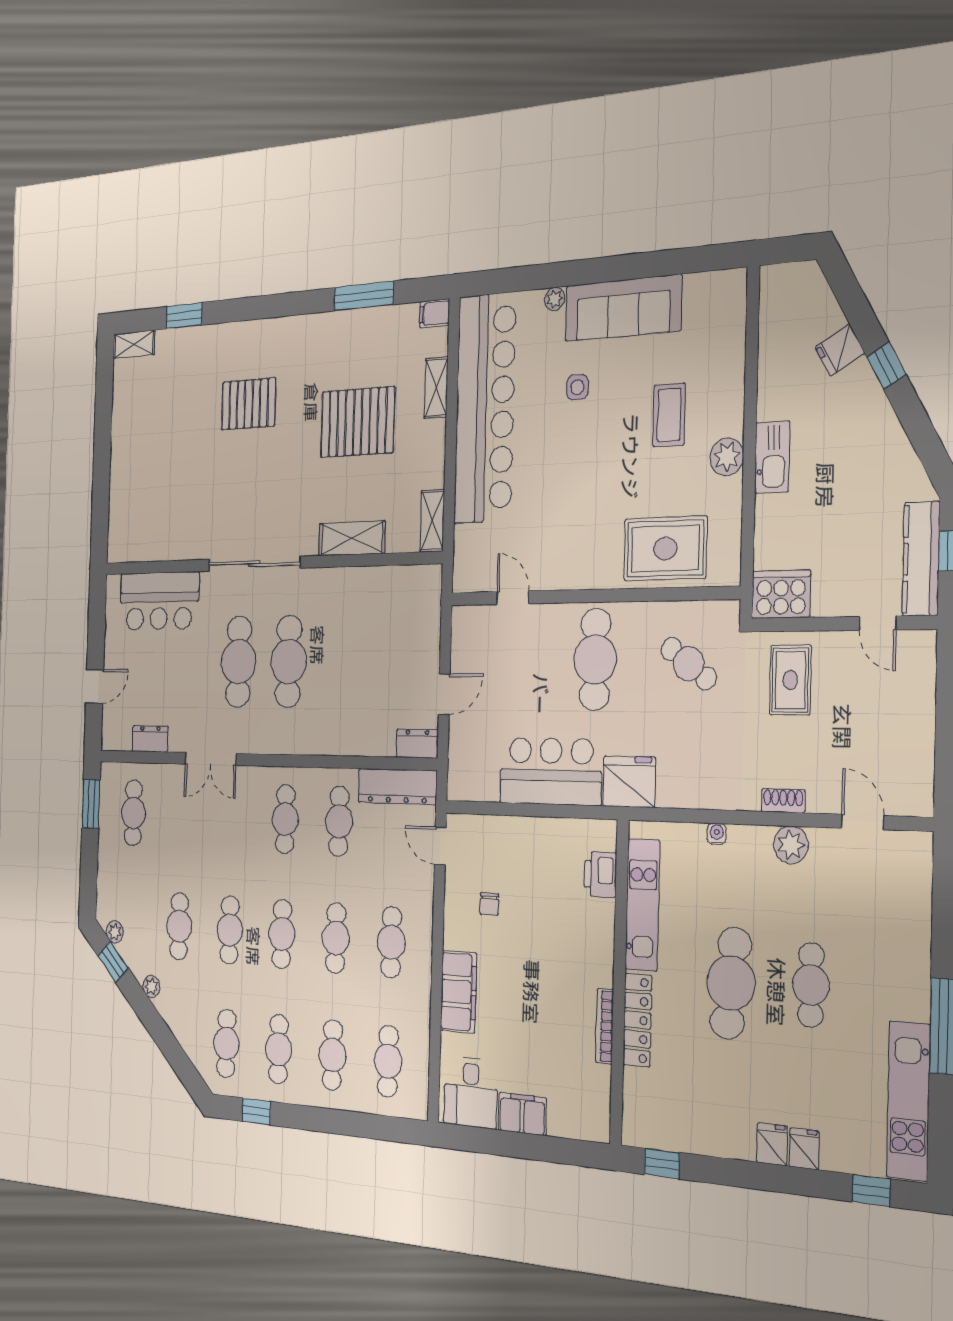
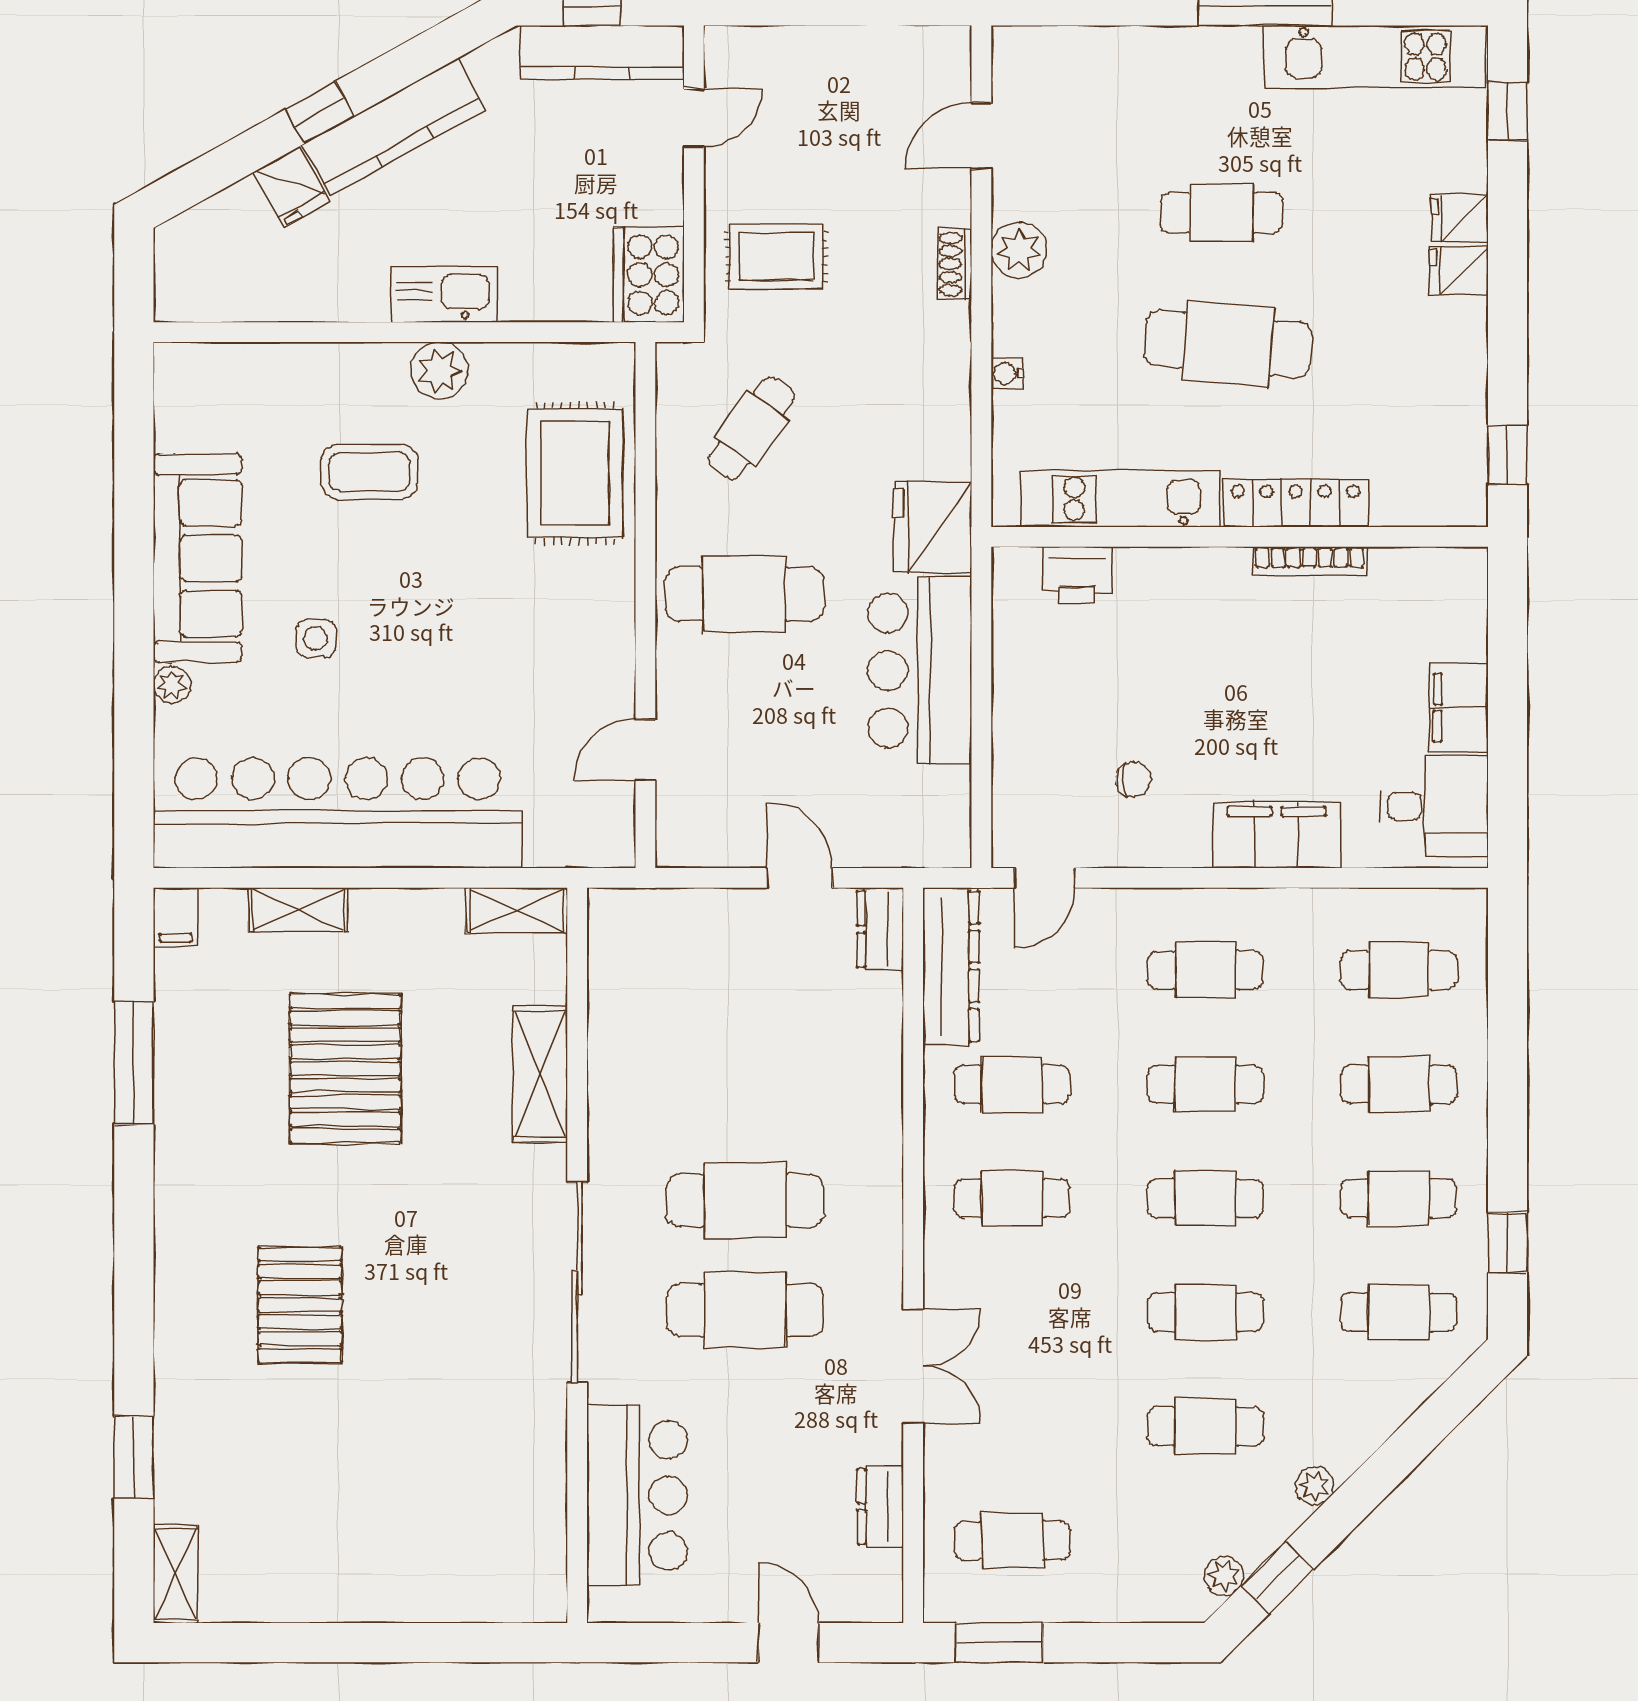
kitchen counter: (876, 417) -> (394, 127), added

